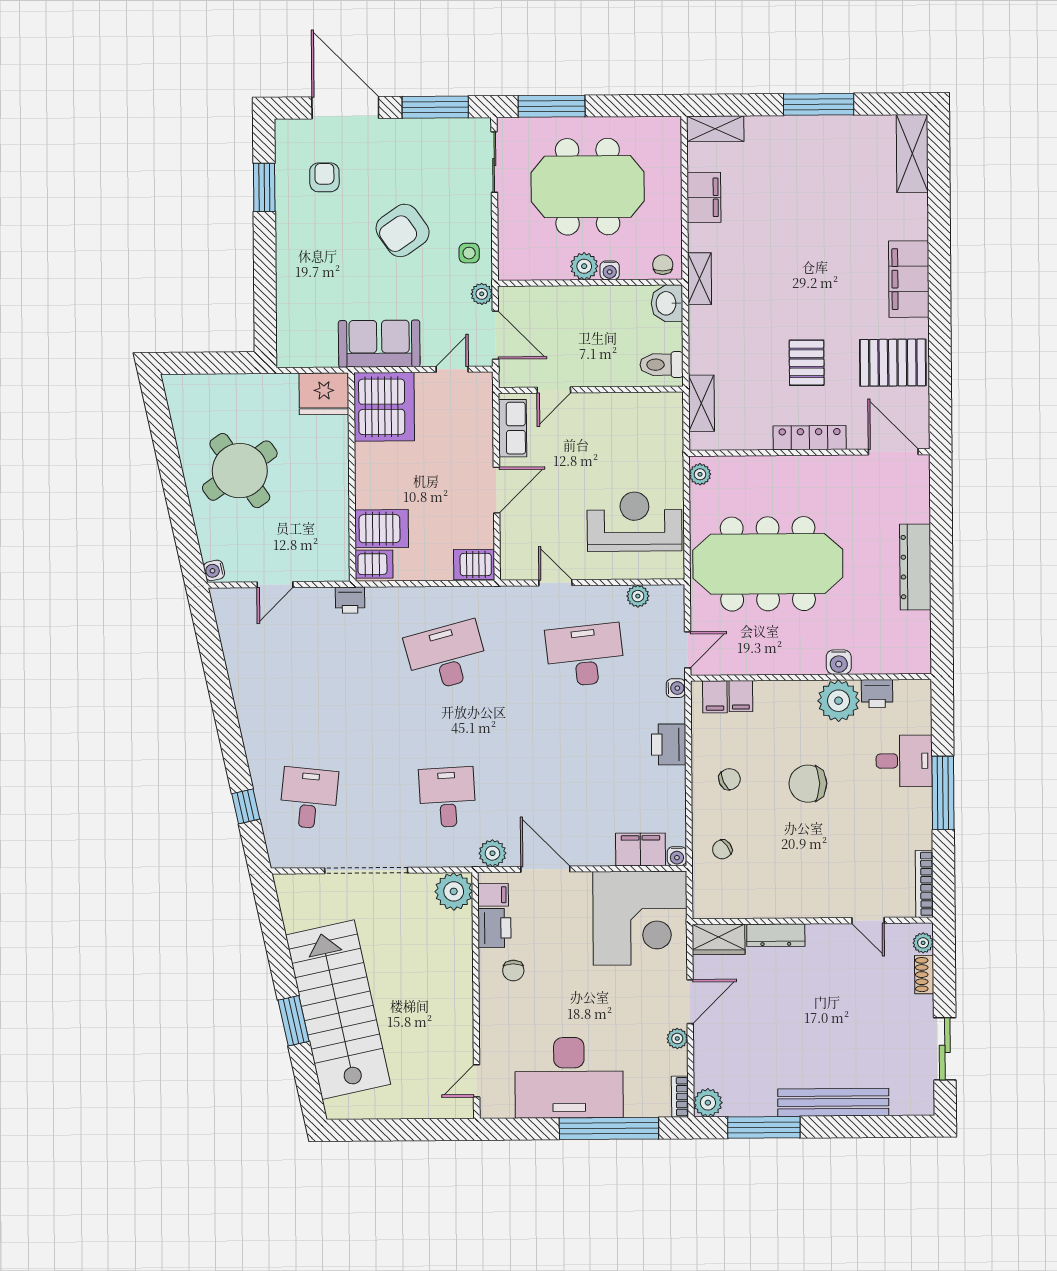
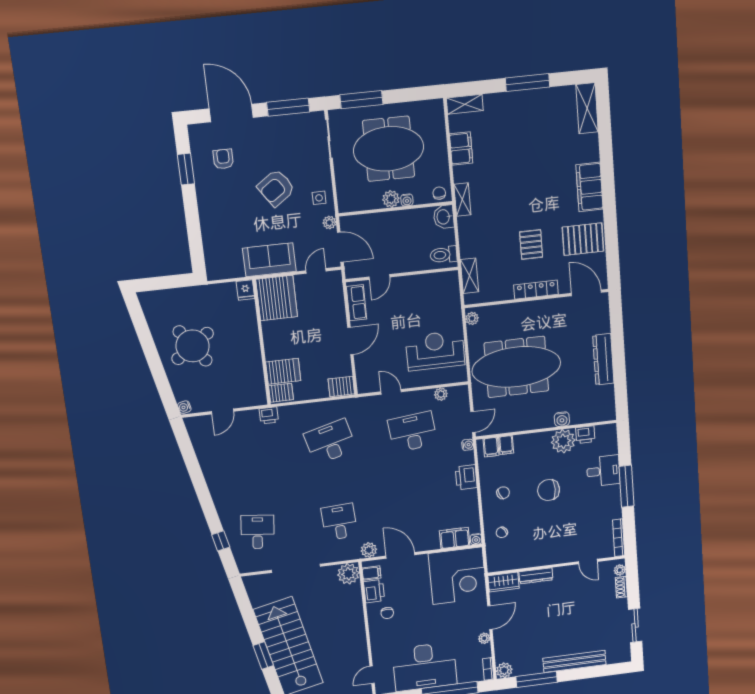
fridge: (324, 394) -> (245, 290), width x0.53, depth x0.75

